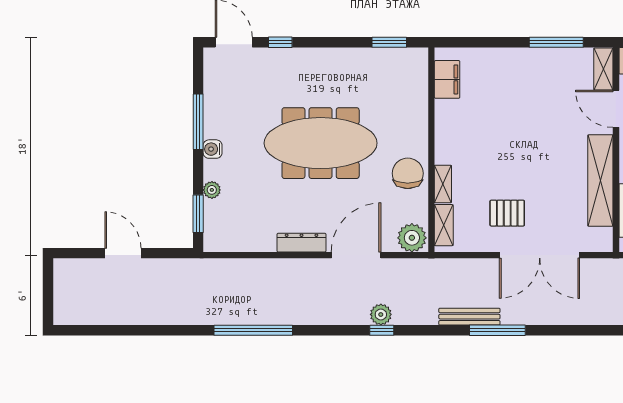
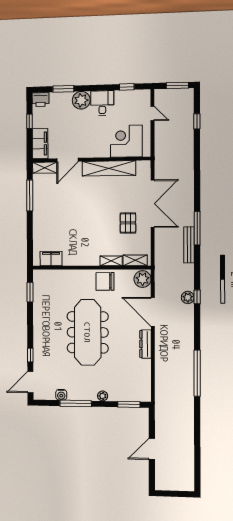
water cooler: (213, 149) -> (61, 395), moved
plant: (212, 190) -> (103, 396), moved

